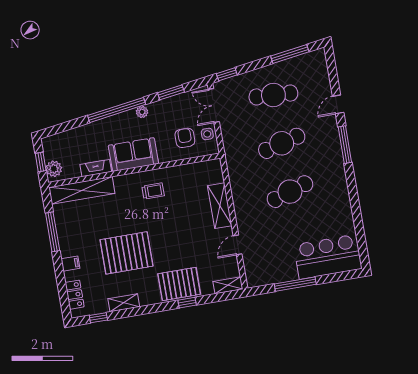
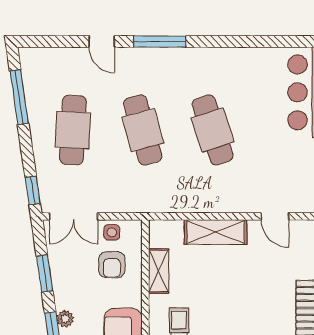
armchair: (185, 138) -> (112, 265), turned -90
shelving: (186, 171) -> (159, 271), added

